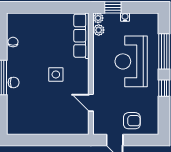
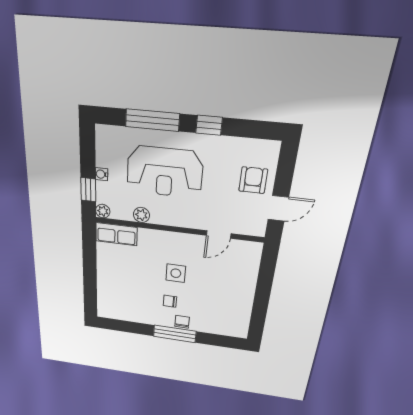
plant: (99, 30) -> (141, 215), moved
row of seats: (81, 36) -> (116, 234), width x0.68
chair: (13, 42) -> (170, 301), moved

